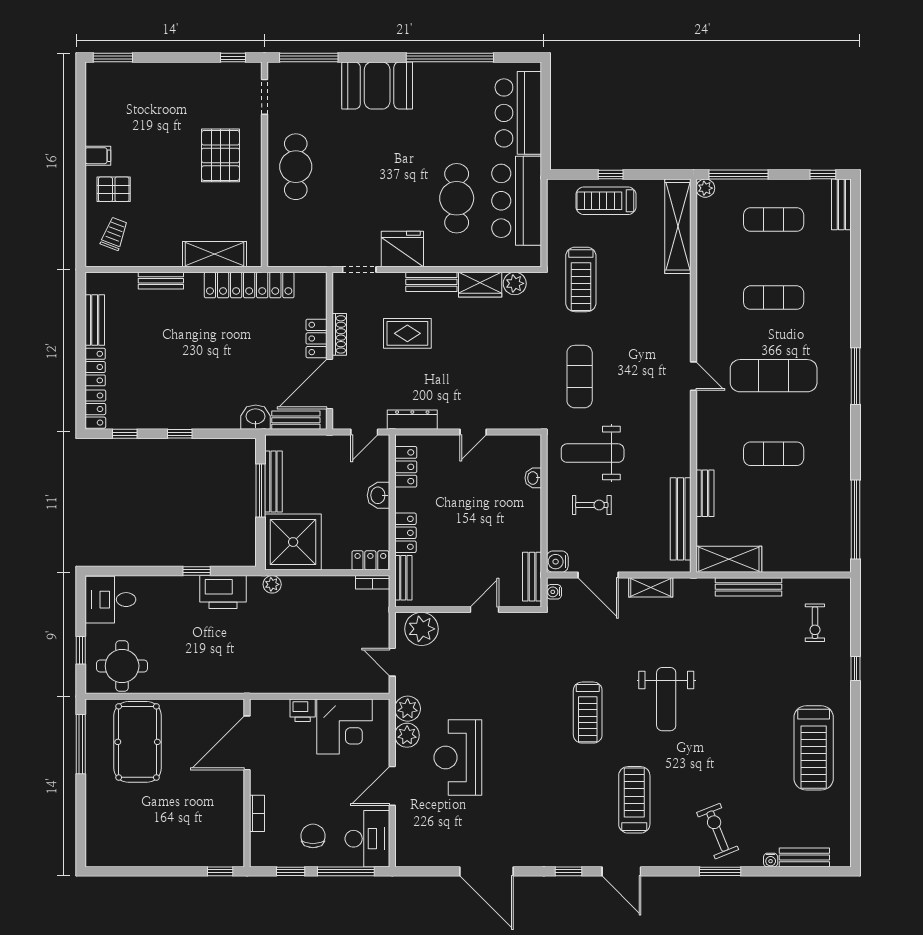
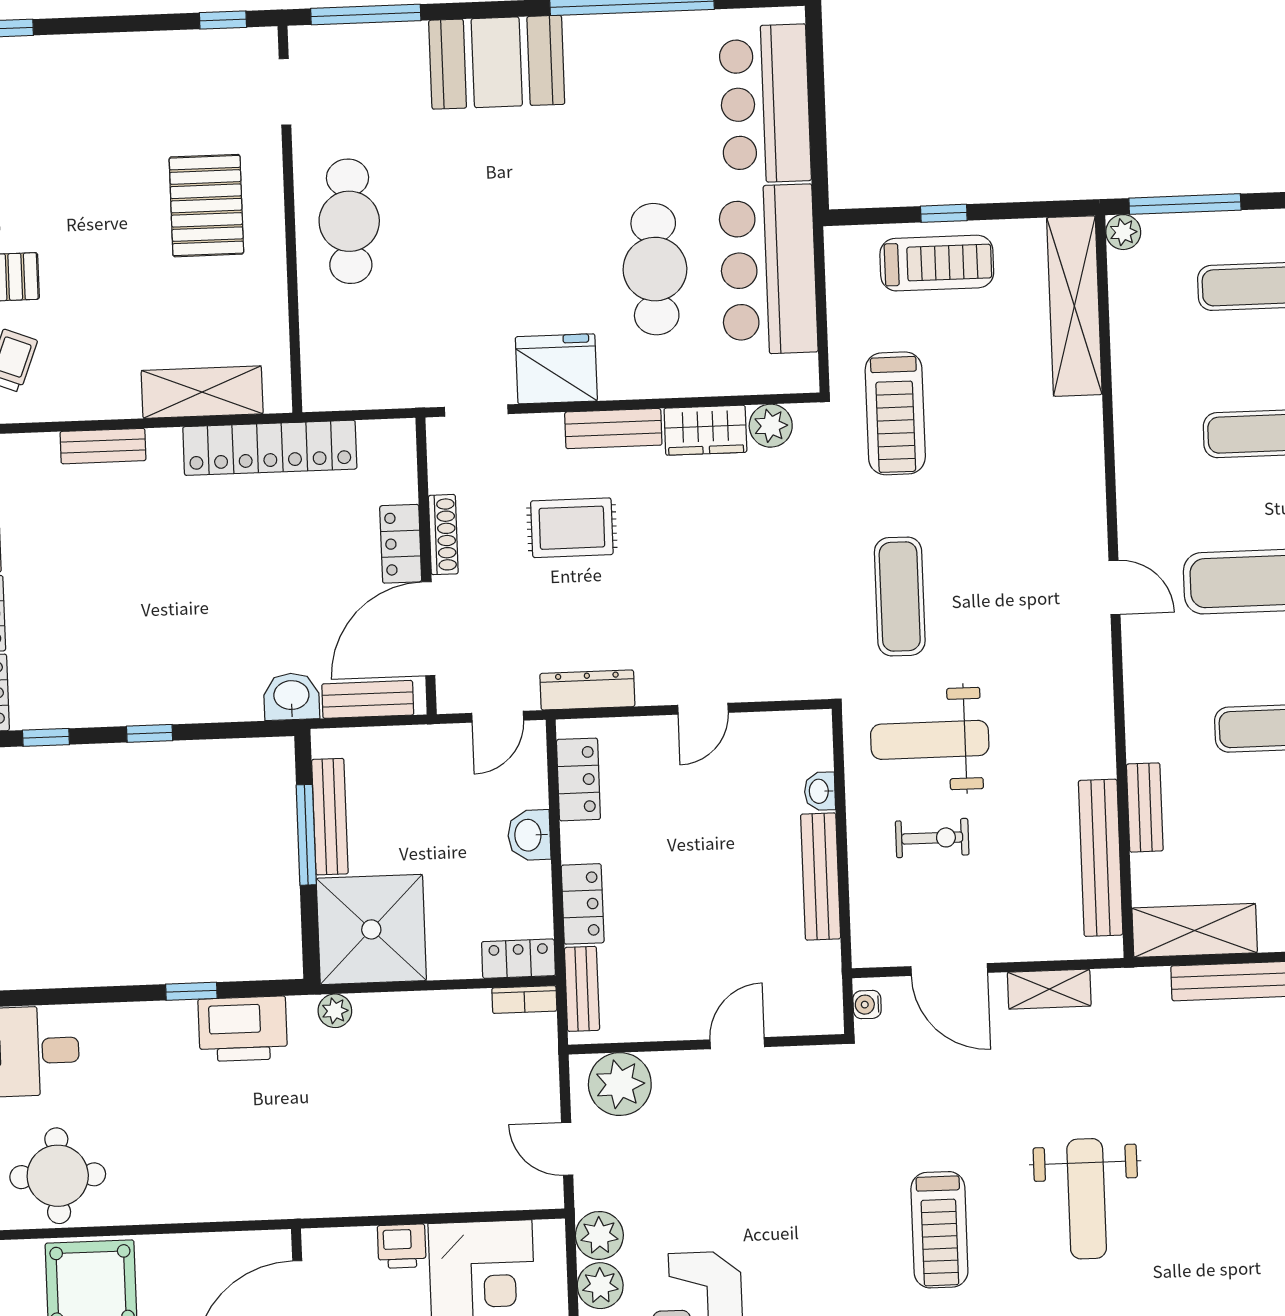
treadmill: (606, 201) -> (937, 263), turned 180
water cooler: (557, 562) -> (871, 947), removed
bench: (532, 577) -> (821, 877), moved, width x1.36

